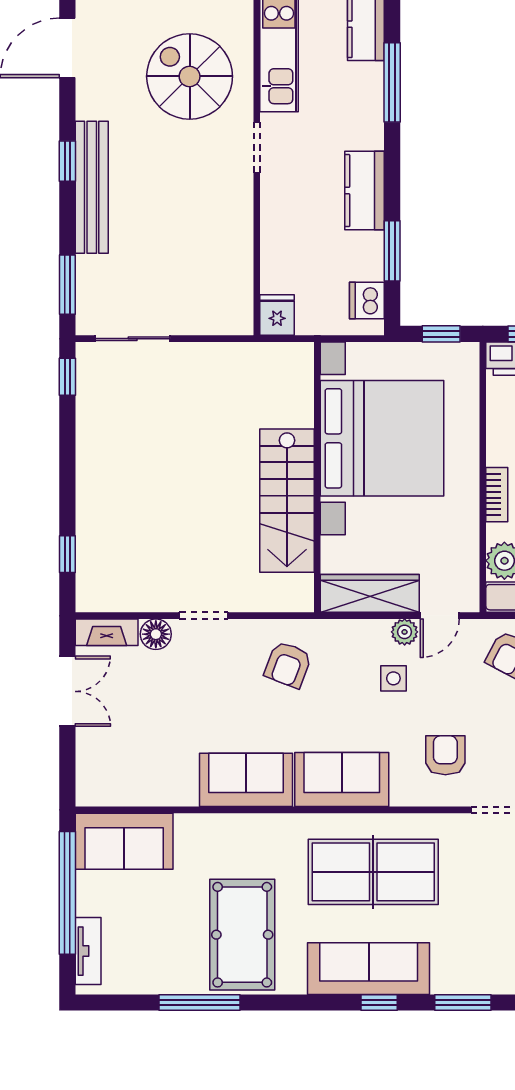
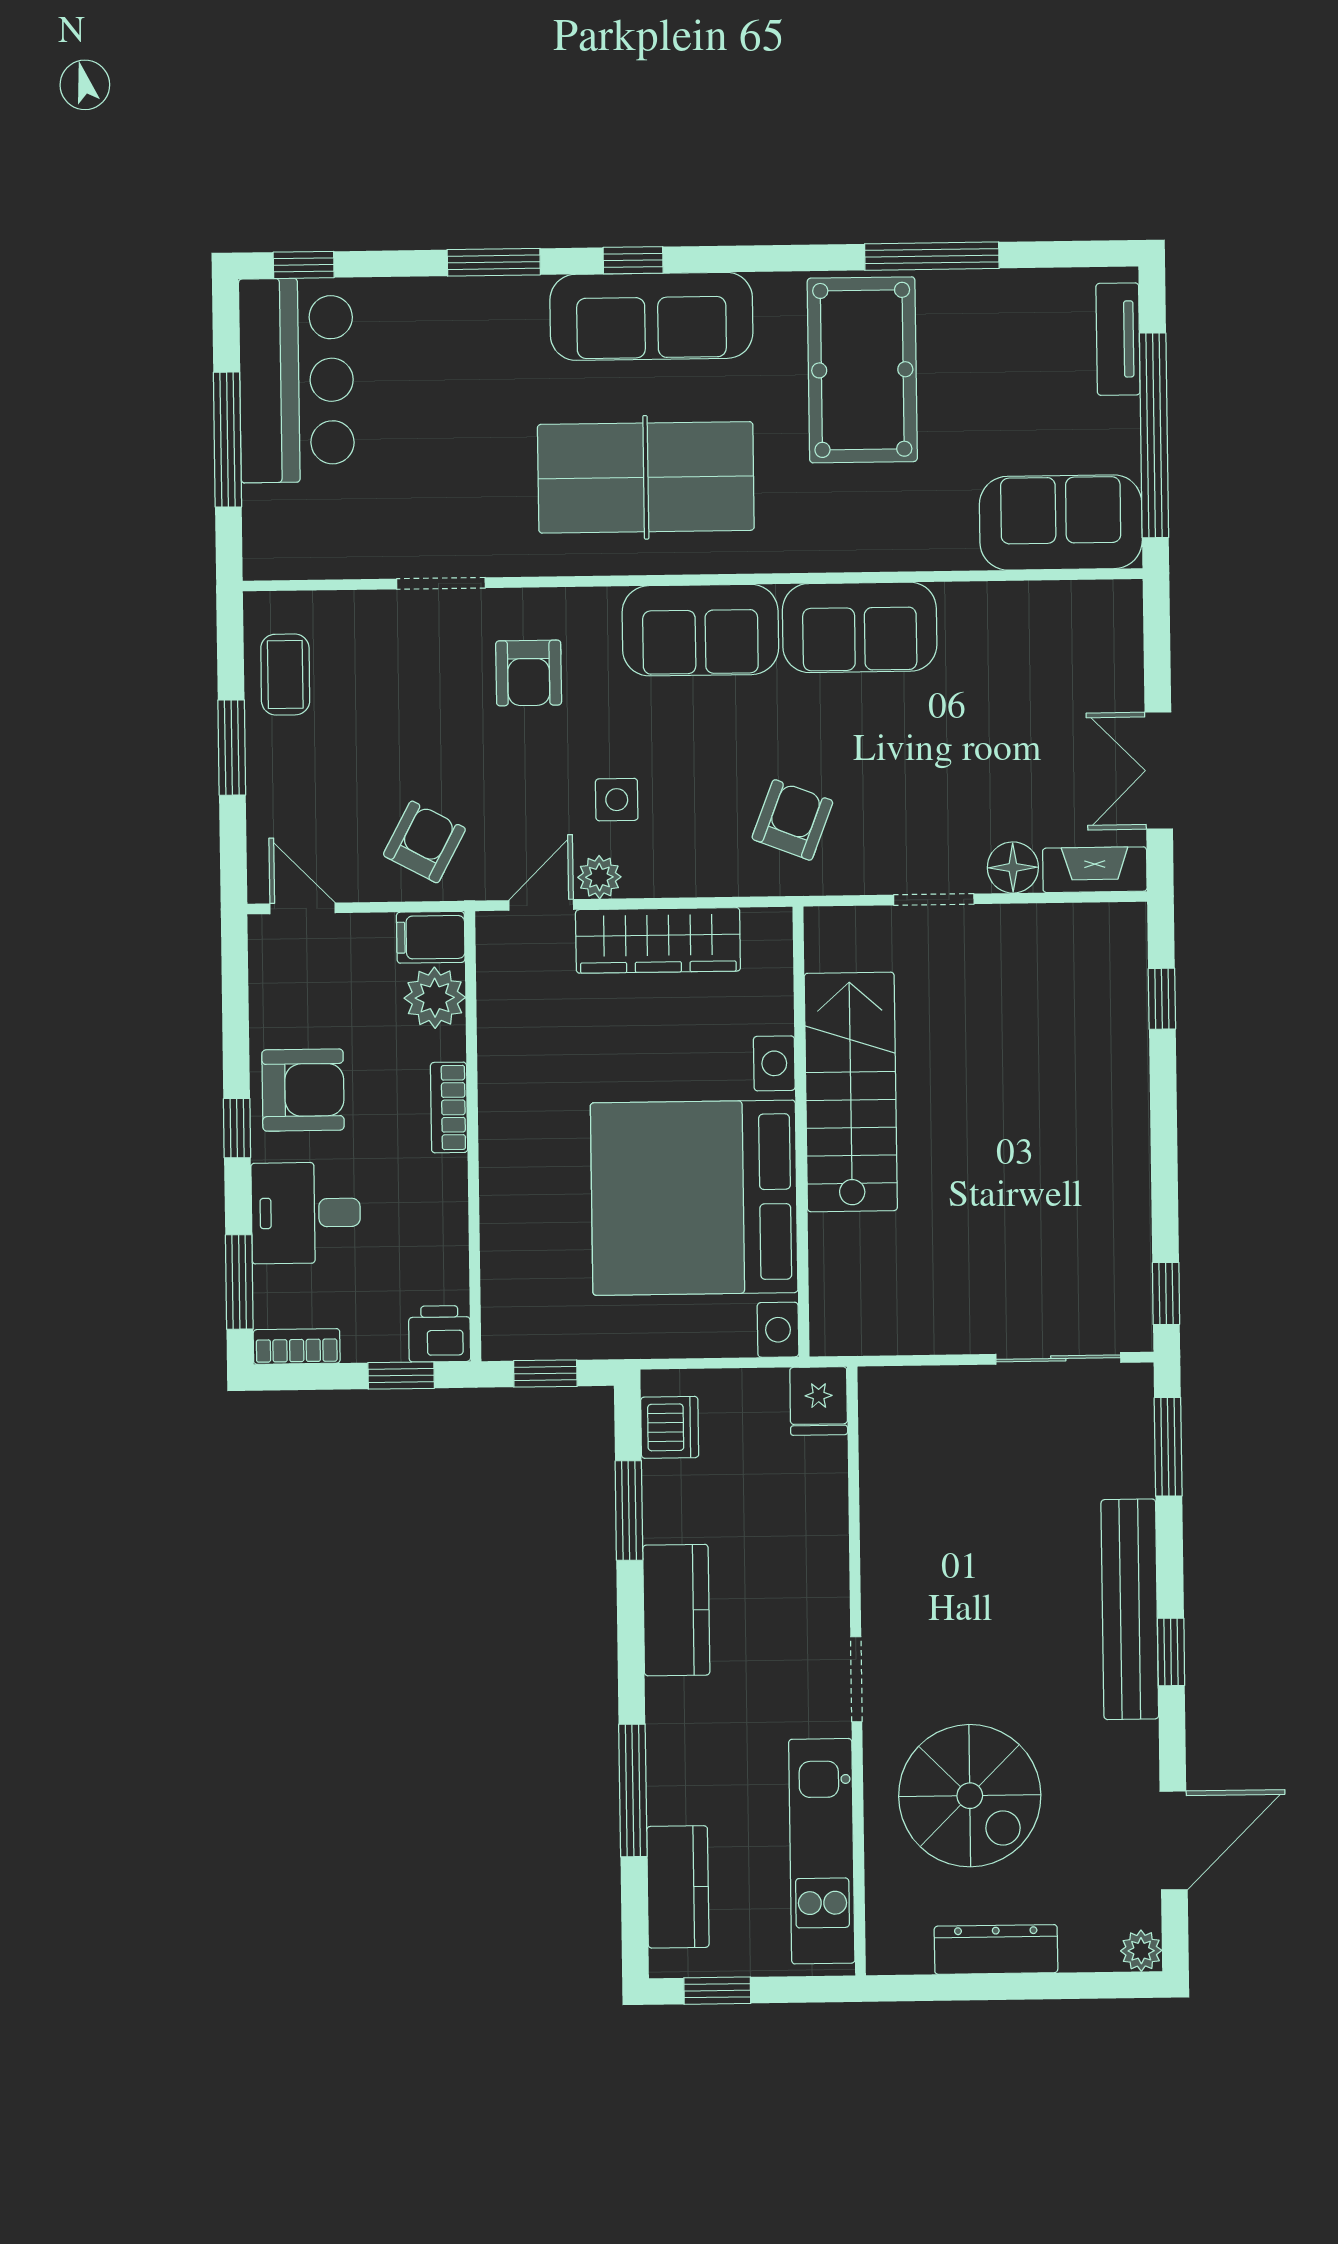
bed with nightstands: (382, 438) -> (694, 1198), moved
wall: (317, 477) -> (801, 1132), moved
stairs: (287, 501) -> (851, 1092), moved

